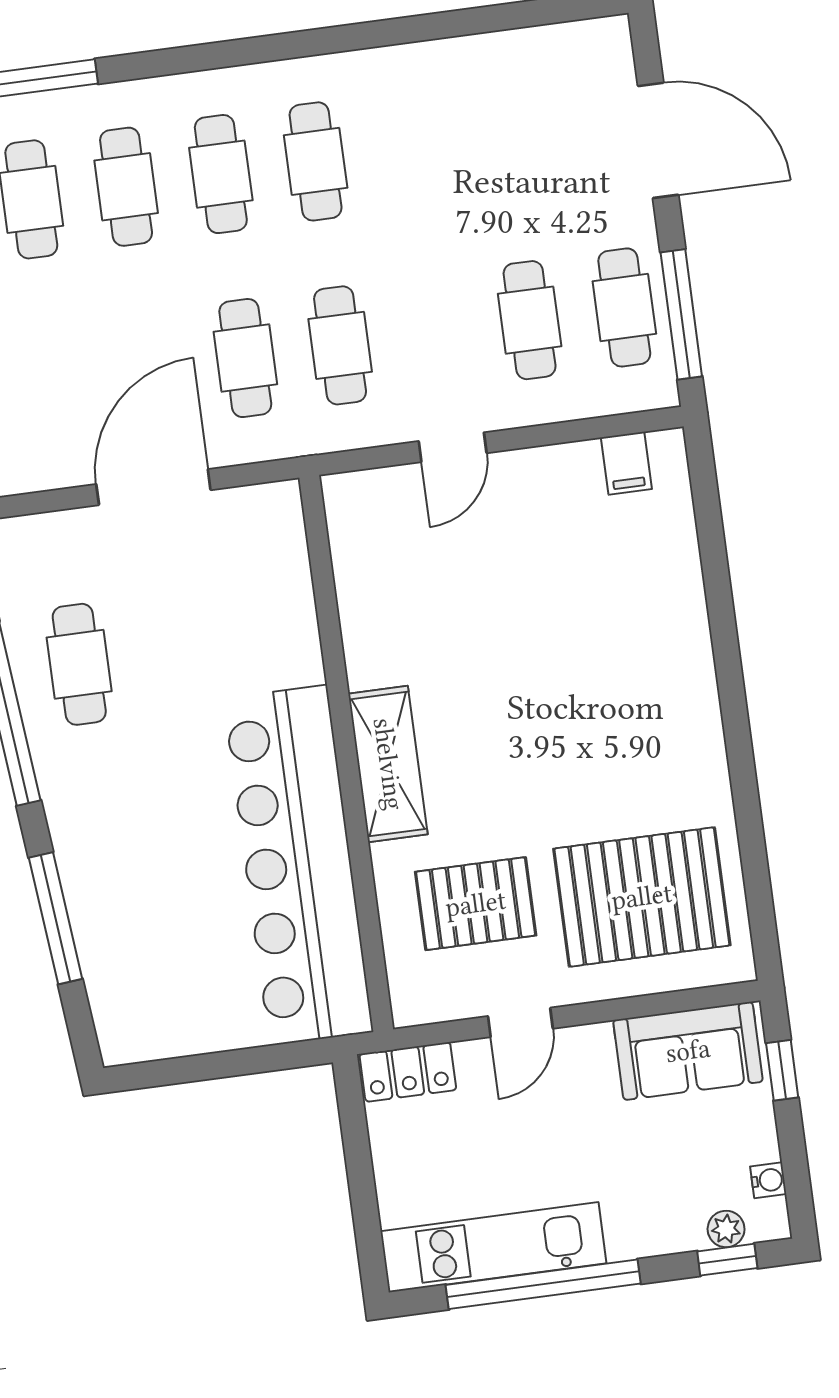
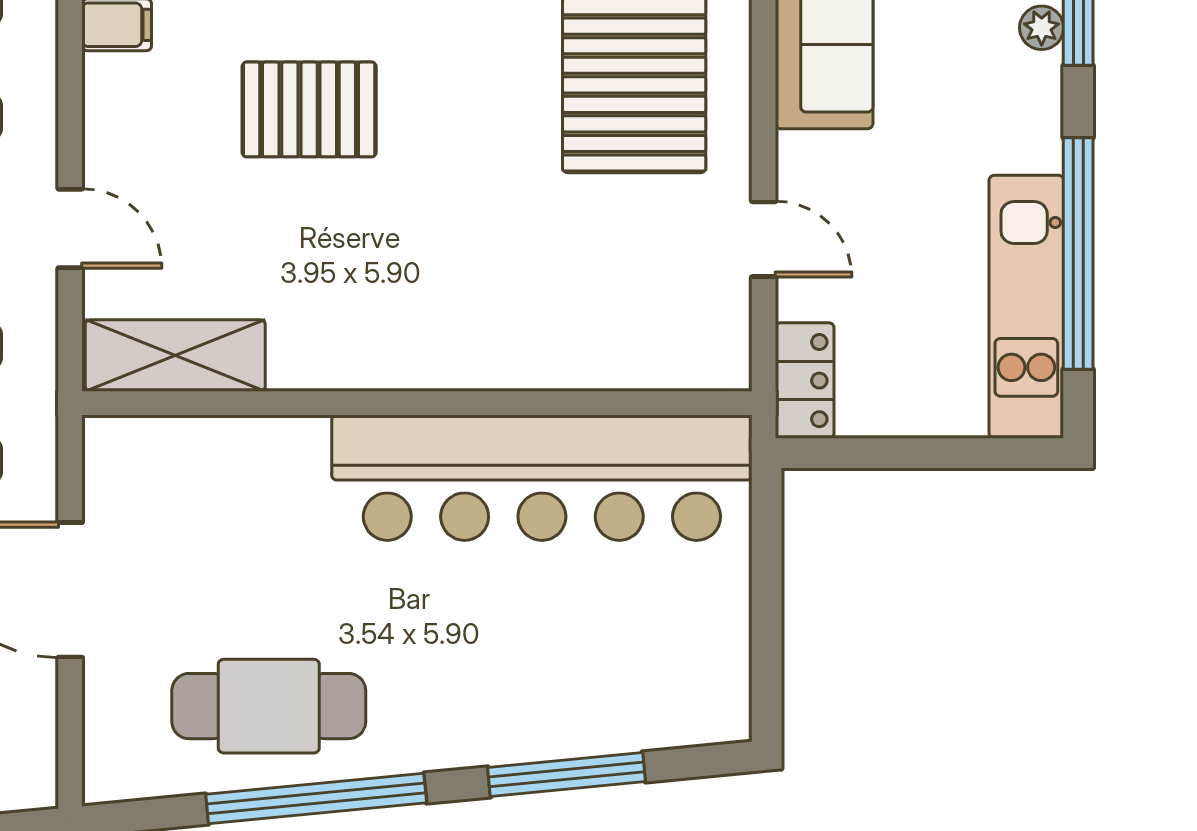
cafe table: (79, 664) -> (269, 706), width x1.37, depth x1.35
shelving: (388, 764) -> (175, 355), moved
pallet: (476, 904) -> (309, 109), moved, turned 90

